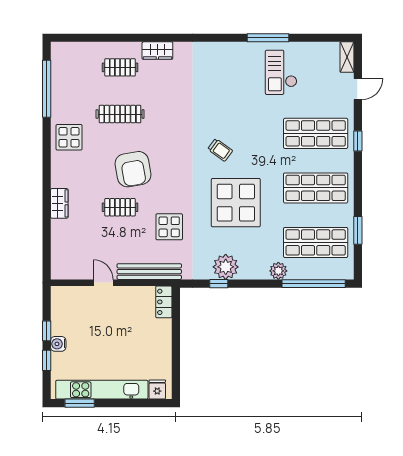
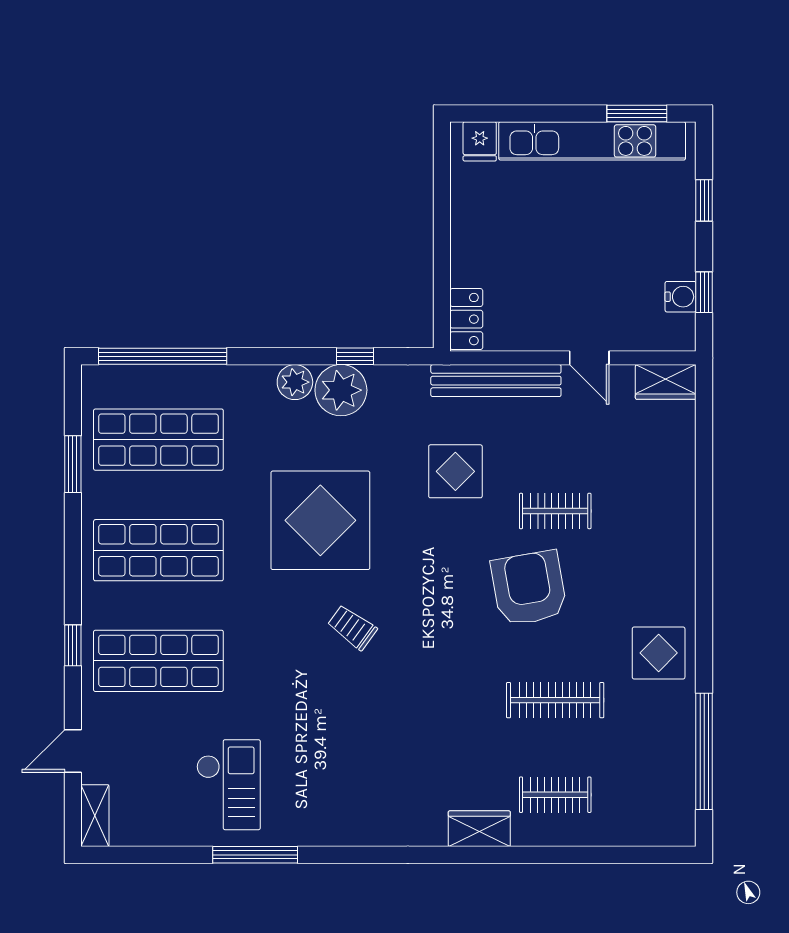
wardrobe: (59, 203) -> (666, 382), moved, turned -90
plant: (278, 271) -> (295, 382), moved
window: (47, 331) -> (704, 292), moved
water cooler: (58, 344) -> (681, 297), moved

